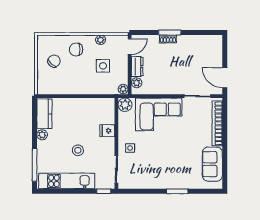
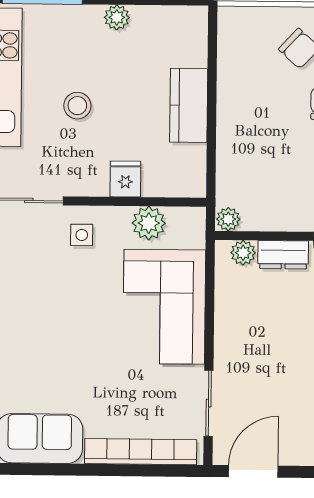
side table: (103, 66) -> (286, 170), removed
plant: (125, 105) -> (149, 223), moved
kitchen counter: (44, 114) -> (189, 105), moved, turned 90

